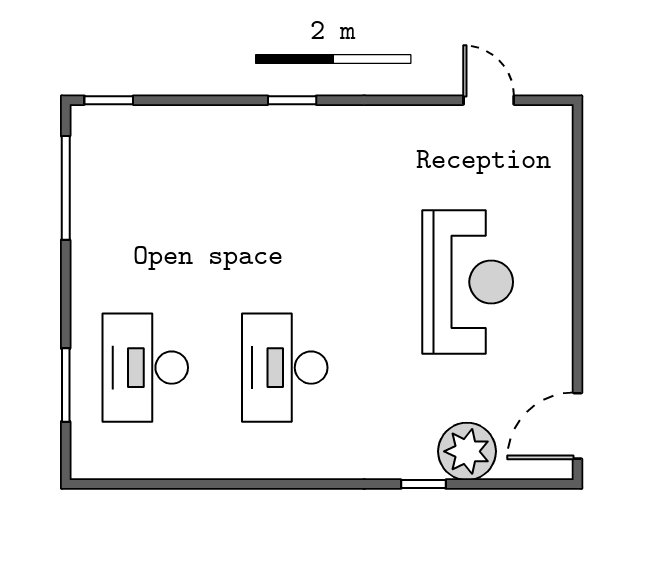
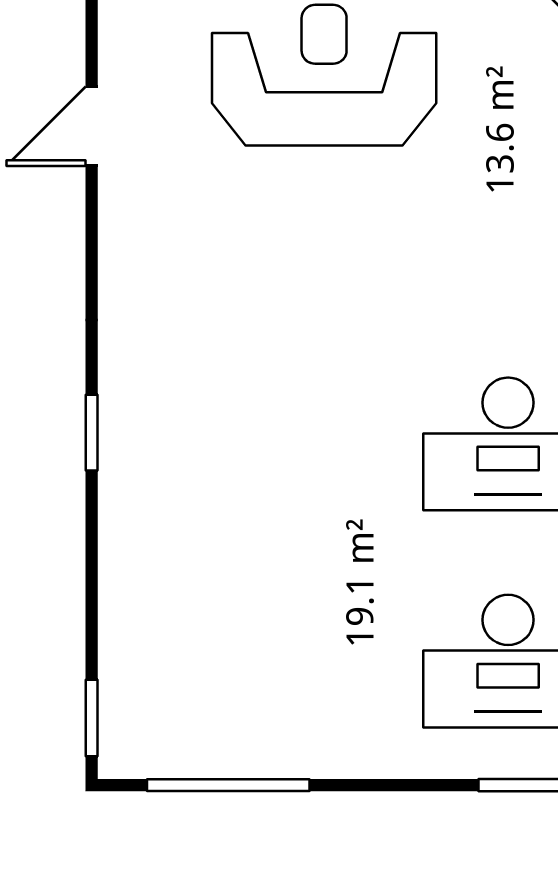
reception desk: (468, 282) -> (324, 75), moved

